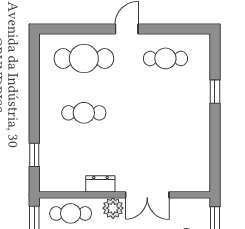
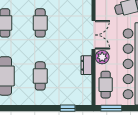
cafe table: (165, 113) -> (40, 23), added

